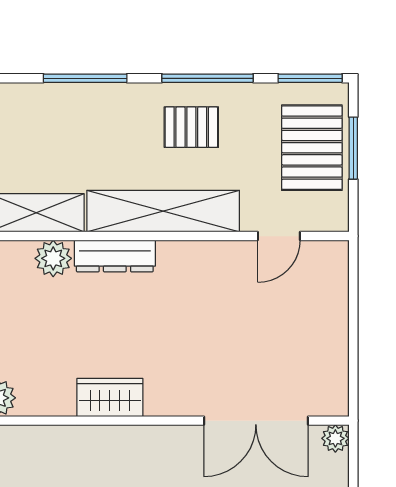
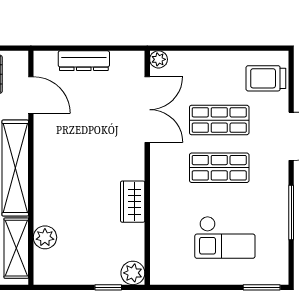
door: (279, 236) -> (31, 95), width x1.38
dresser: (115, 256) -> (84, 61), moved, turned 90

